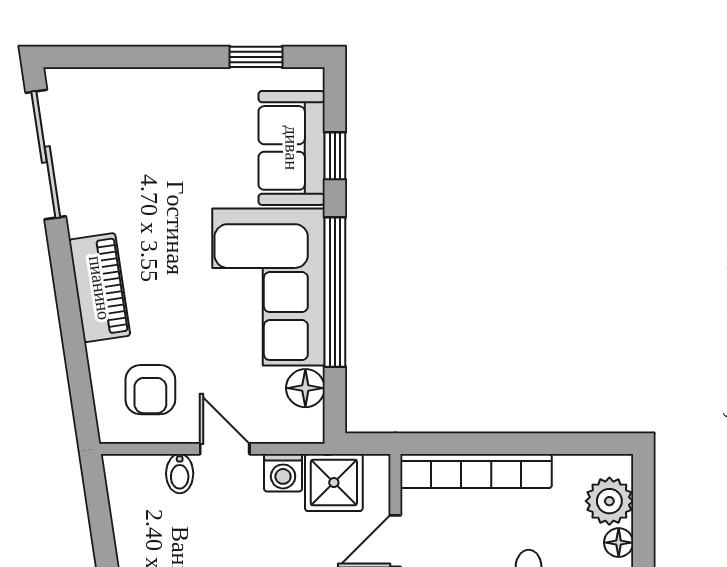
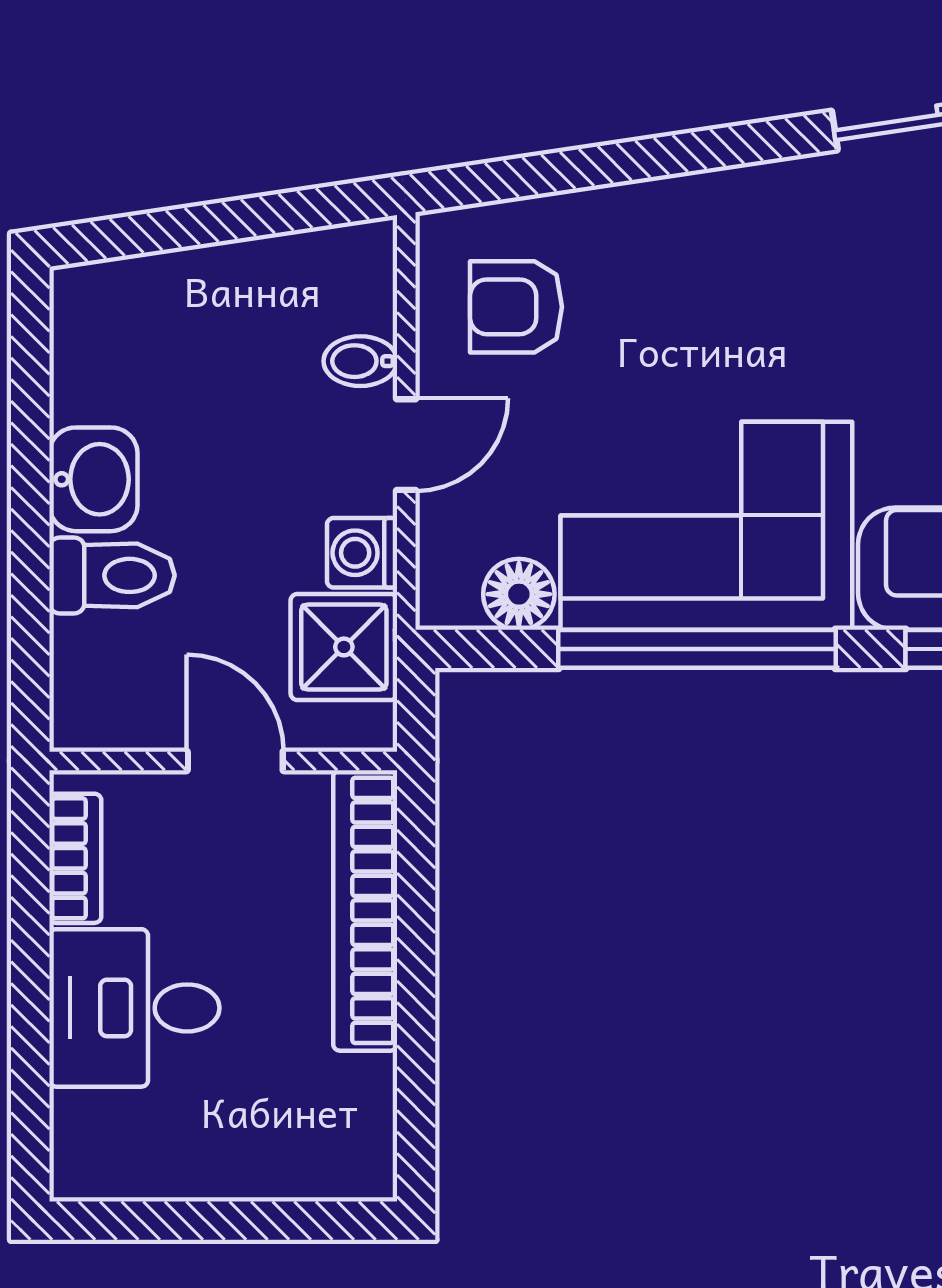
piano: (100, 288) -> (705, 213), removed
plant: (609, 501) -> (309, 1158), removed
floor lamp: (619, 543) -> (233, 1175), removed

